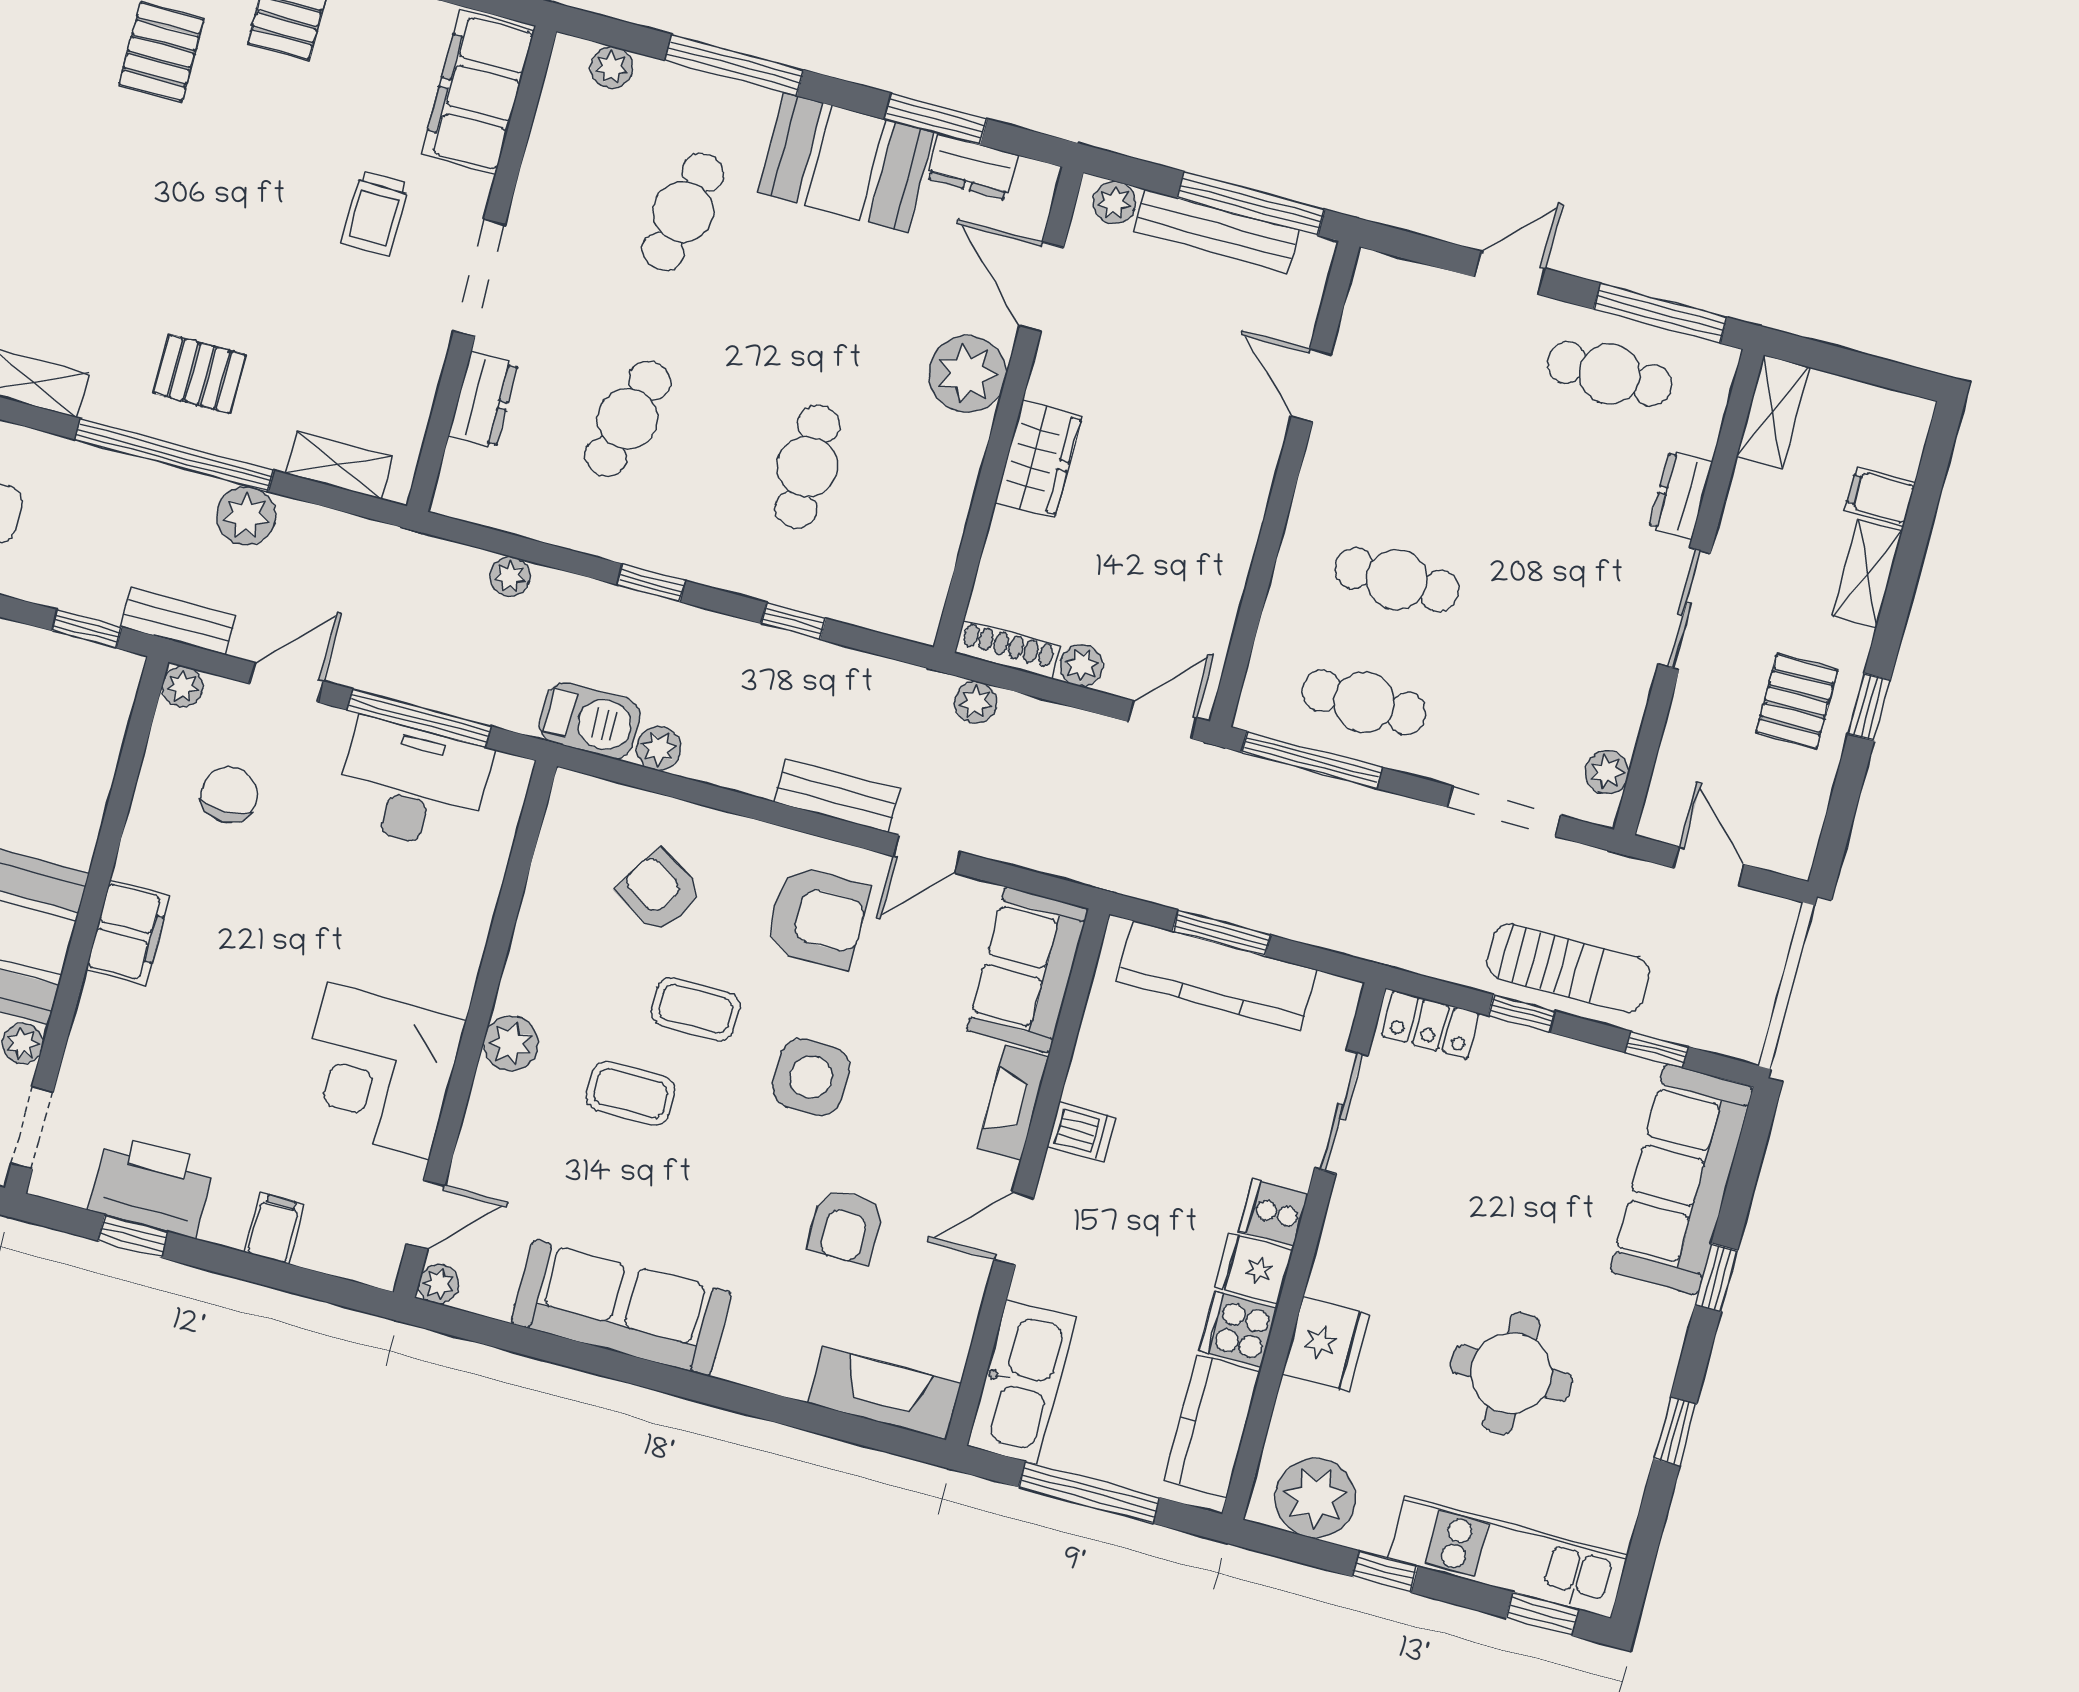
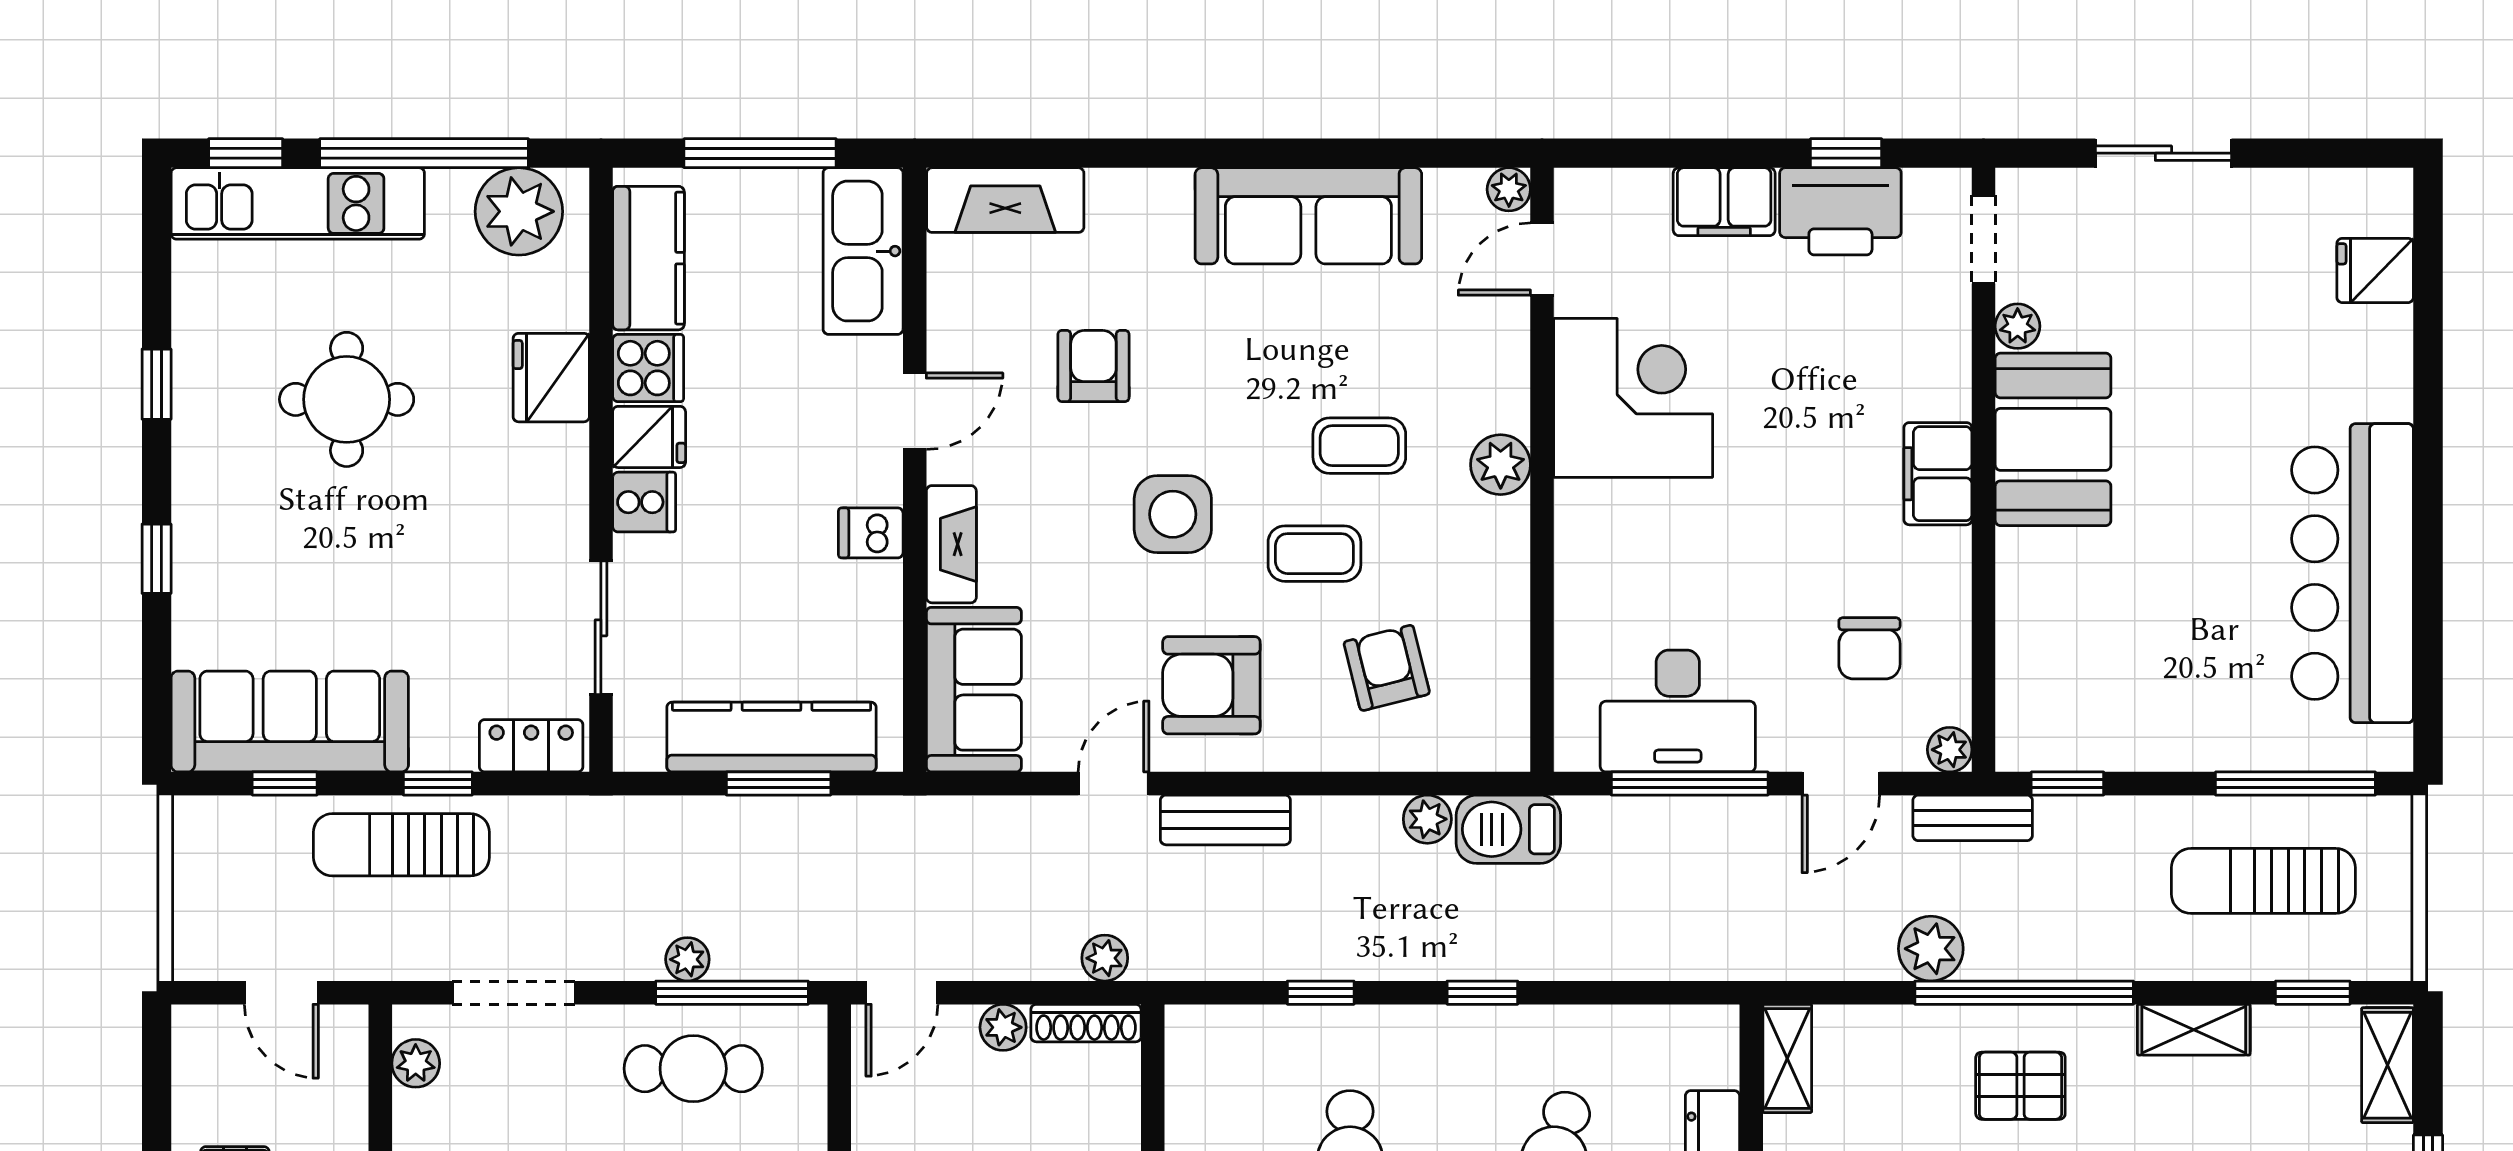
shelving: (339, 465) -> (1787, 1058), moved, turned 90
plant: (510, 576) -> (687, 959), moved
armchair: (659, 891) -> (1387, 668), turned -136
sofa: (1681, 1179) -> (290, 721), moved, turned -90
filing cabinet: (274, 1228) -> (1724, 202), width x2.00
window: (1385, 1572) -> (424, 153), width x3.17

